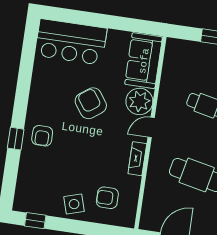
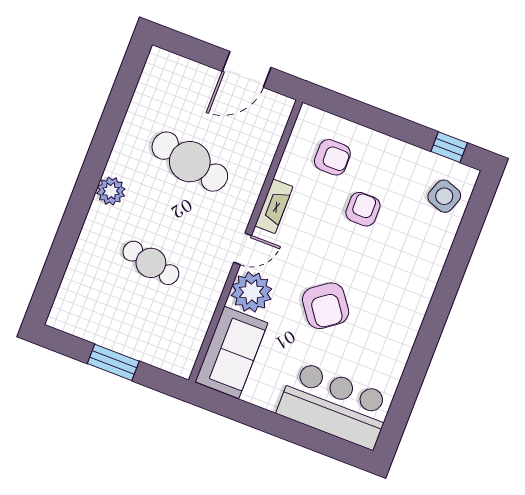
armchair: (42, 136) -> (363, 209), moved
window: (16, 139) -> (451, 278), removed
side table: (74, 204) -> (444, 196), moved, turned 37

